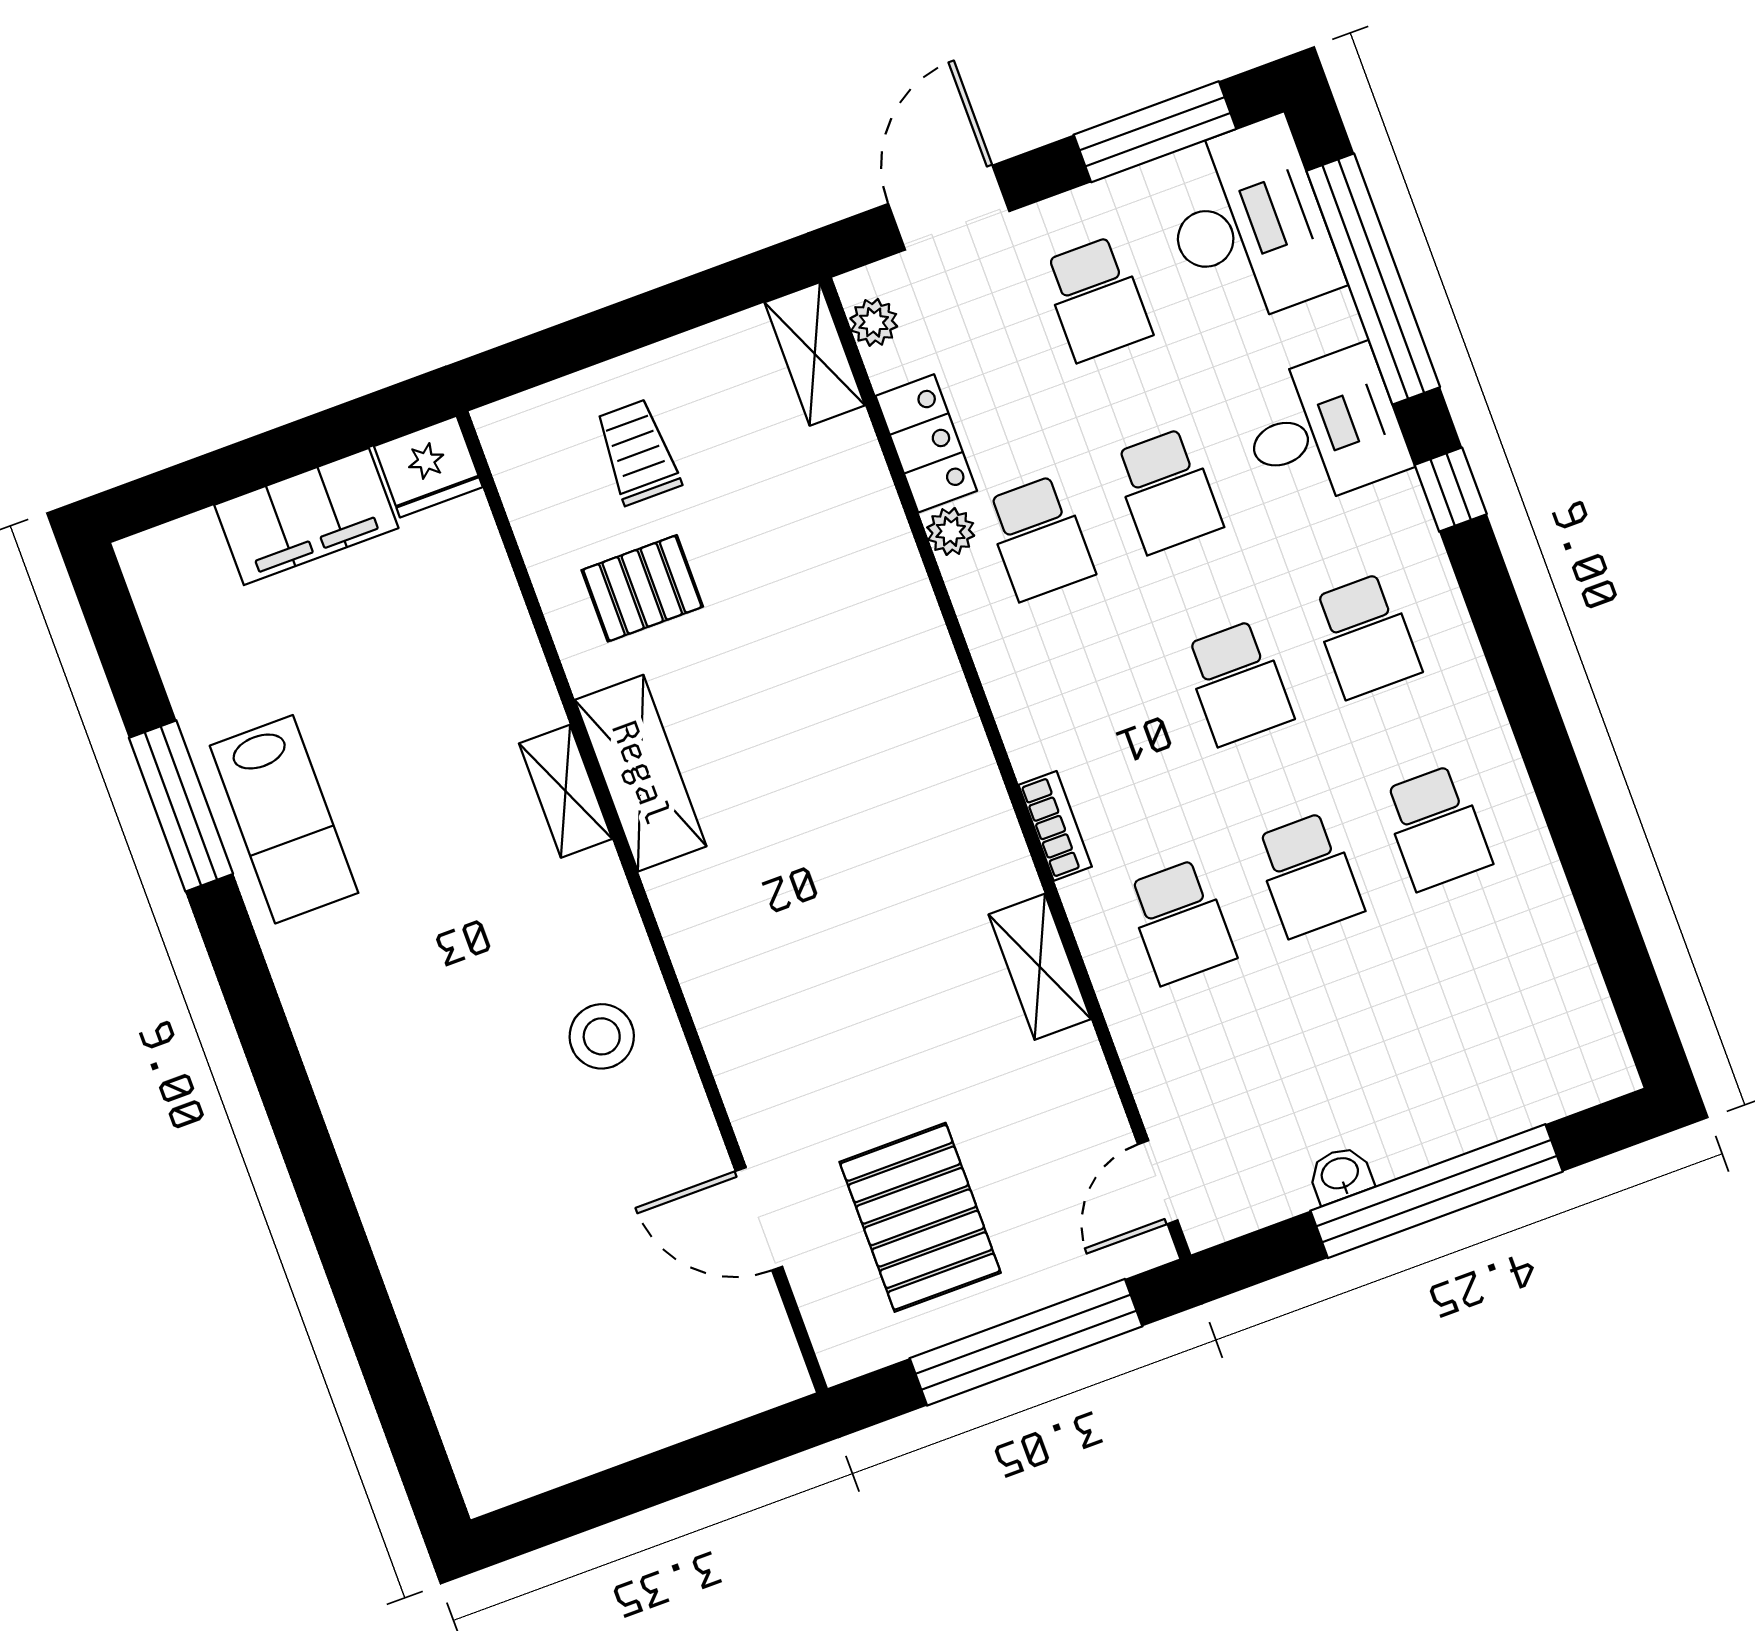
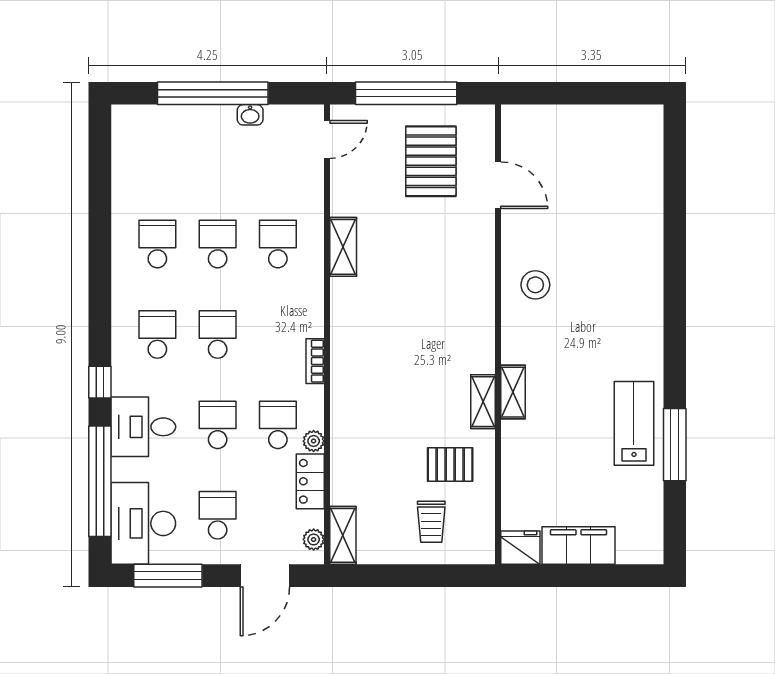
shelving: (641, 773) -> (483, 402), width x0.67, depth x0.75
bookcase: (1055, 826) -> (315, 361), moved

